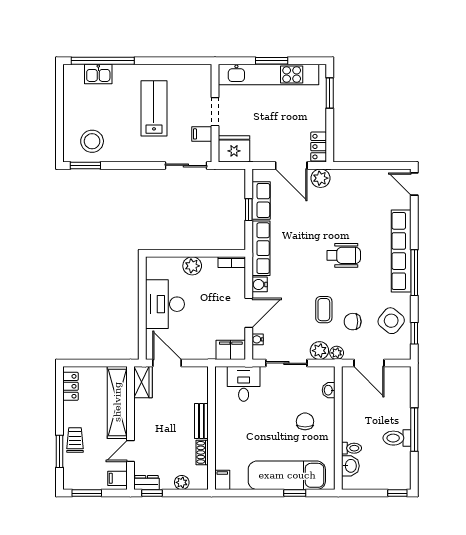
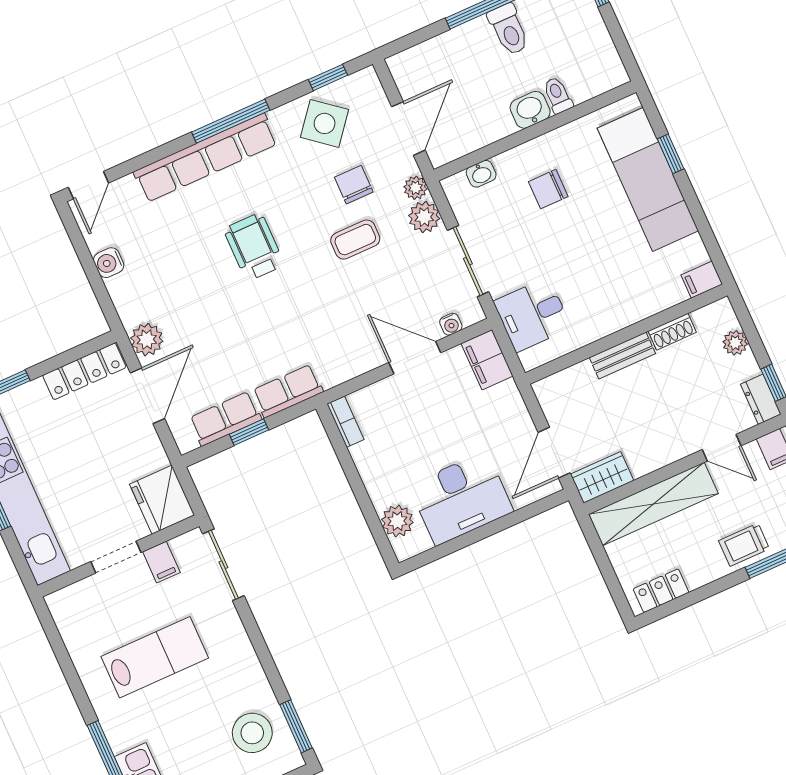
lab bench: (154, 108) -> (155, 657), turned 180
locker: (319, 147) -> (84, 371), width x1.53
row of seats: (261, 248) -> (288, 391), width x0.68
plant: (192, 266) -> (397, 521), moved
water cooler: (260, 284) -> (109, 263), moved, turned 90
chair: (353, 322) -> (354, 185), turned 180
washbasin: (350, 466) -> (530, 110), moved

